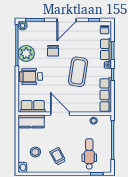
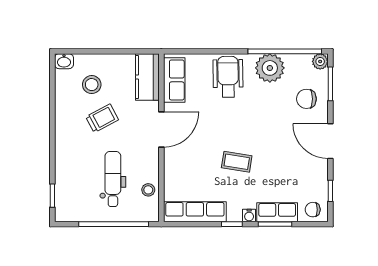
chair: (53, 51) -> (306, 99), moved
coffee table: (78, 72) -> (237, 162), width x0.54, depth x0.58
dental chair: (89, 154) -> (113, 179), moved, turned -90
trolley: (58, 156) -> (102, 118), moved

